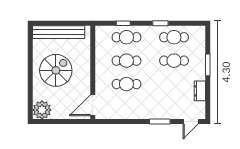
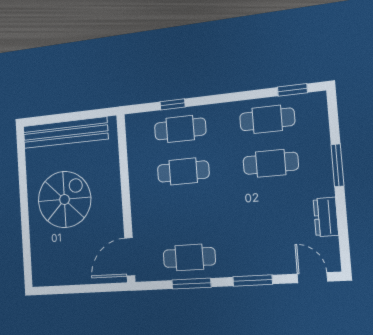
window: (160, 23) -> (292, 90), moved
cafe table: (126, 84) -> (189, 257), moved
plant: (42, 110) -> (46, 270), removed
window: (127, 122) -> (191, 284), added
door: (191, 122) -> (312, 278), swing flipped

